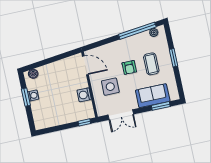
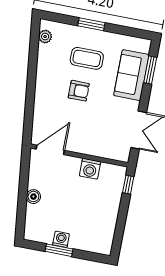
window: (137, 31) -> (33, 58), removed
boiler: (33, 74) -> (33, 197), moved
side table: (110, 87) -> (94, 128), removed

